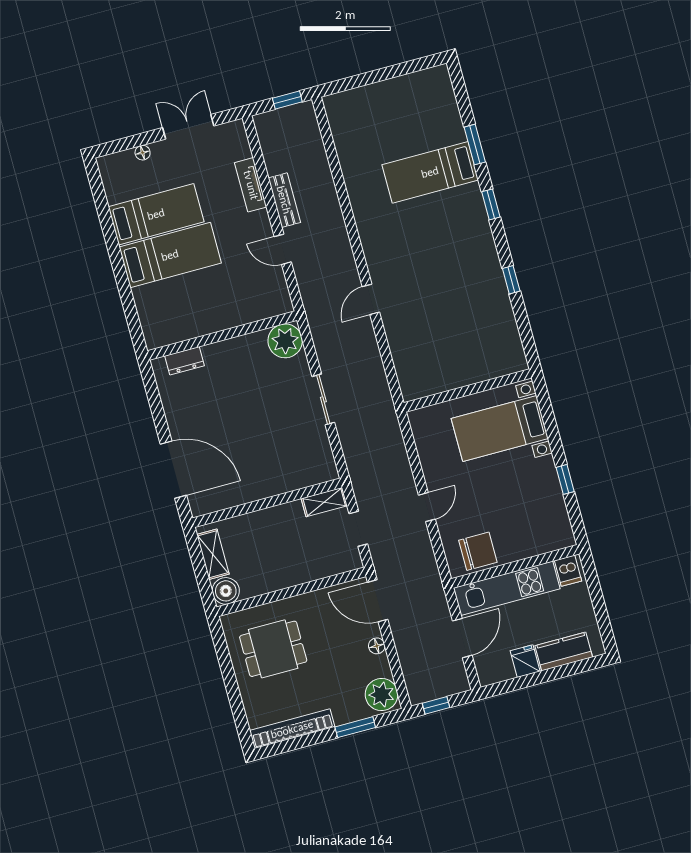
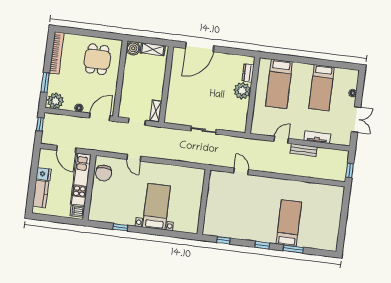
bed: (170, 255) -> (279, 84), moved
plant: (285, 341) -> (242, 91), moved
wall: (468, 390) -> (204, 202), moved

